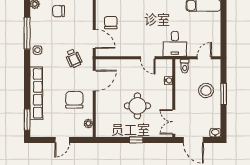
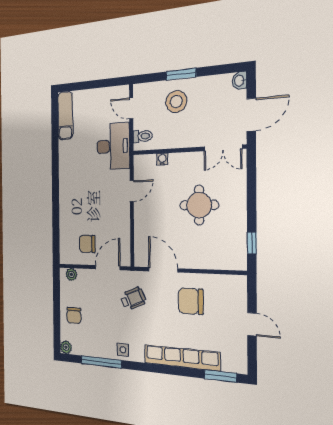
desk: (175, 44) -> (113, 146), width x1.37
plant: (88, 123) -> (71, 274), moved
window: (136, 140) -> (252, 243), moved

